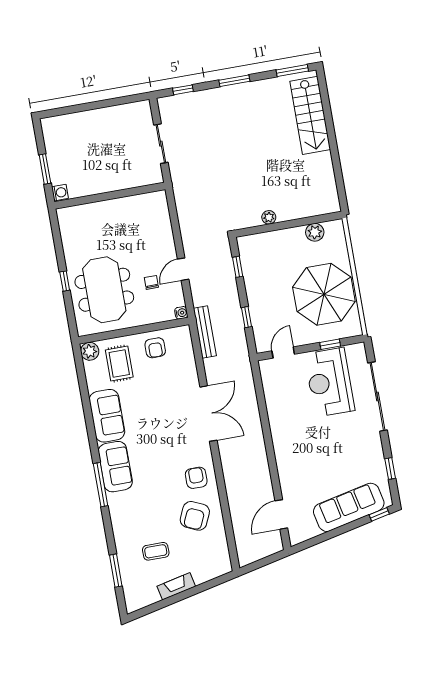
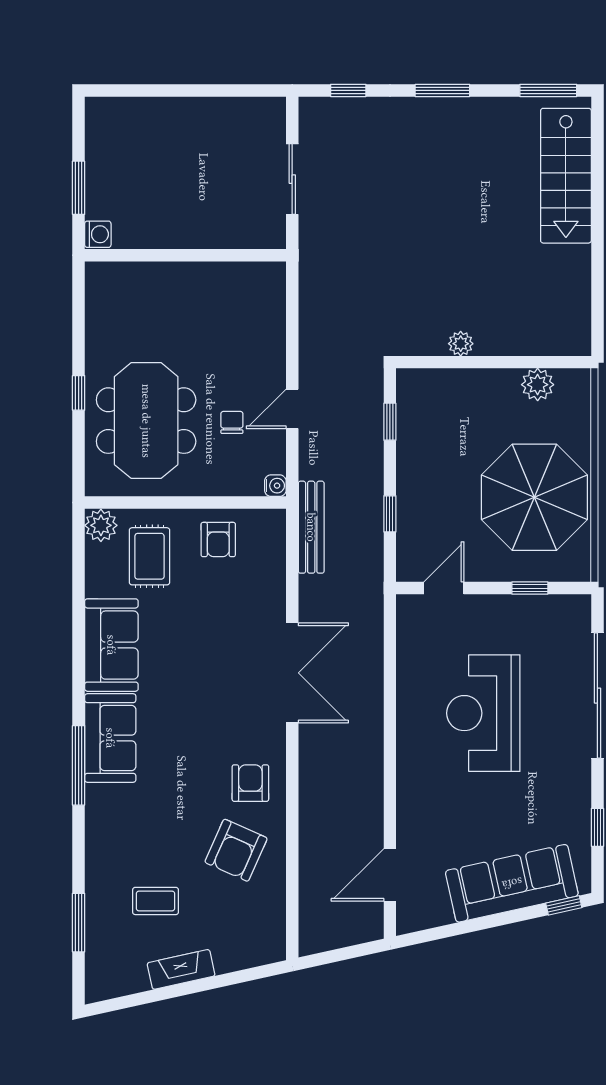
reception desk: (330, 382) -> (483, 713), moved

